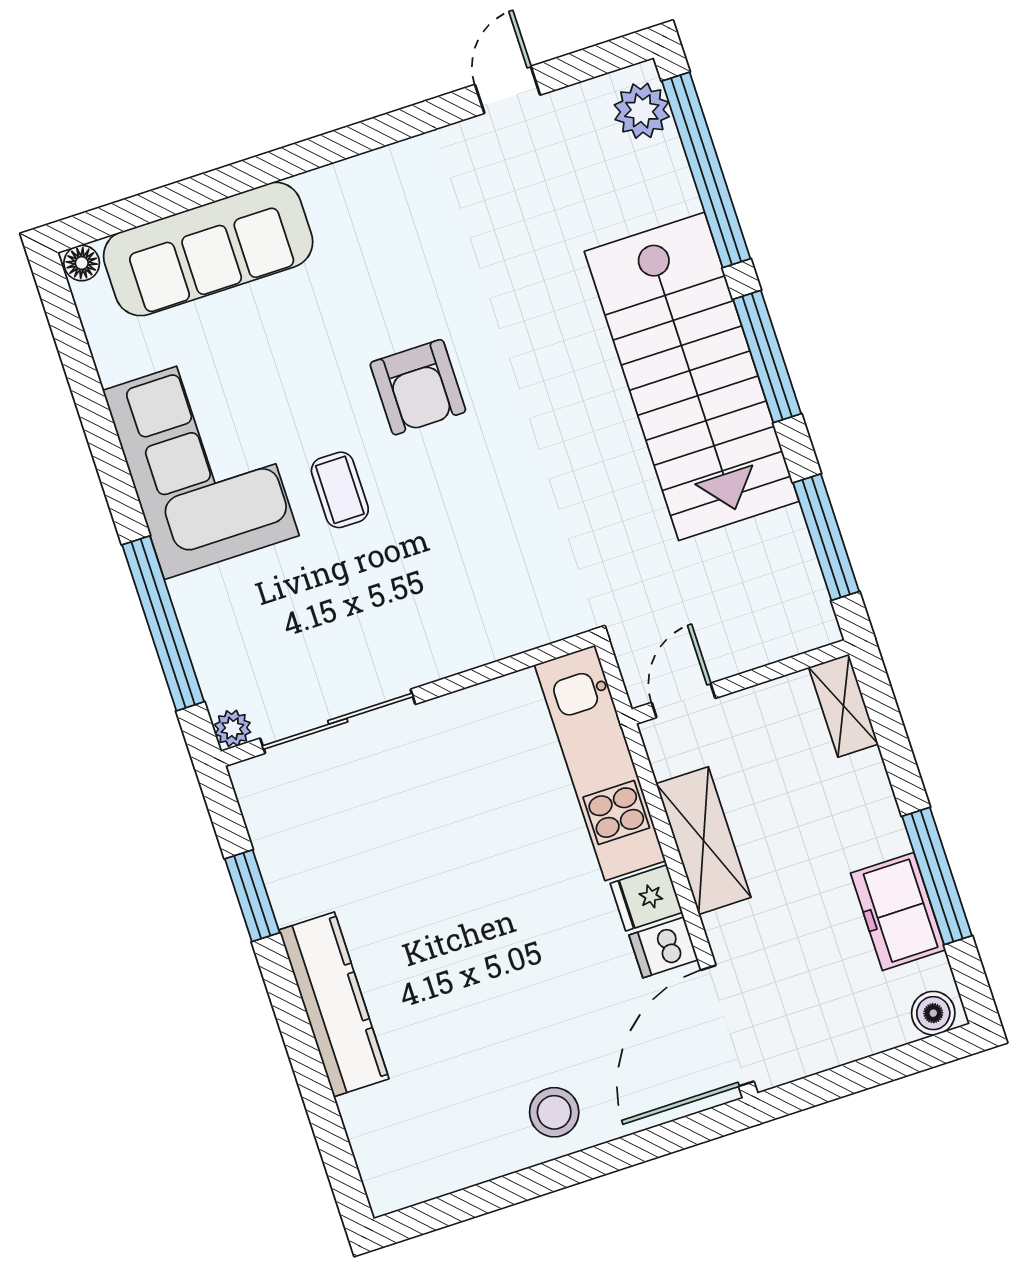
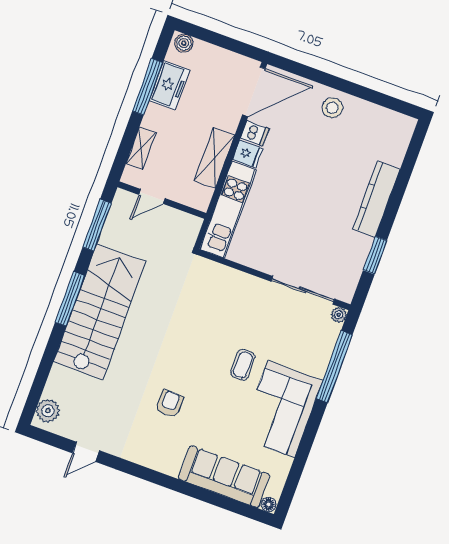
window: (706, 170) -> (42, 375), removed
armchair: (418, 387) -> (170, 404), moved, width x0.72, depth x0.72
door: (684, 700) -> (152, 196), moved
shelving: (843, 706) -> (141, 148), moved

